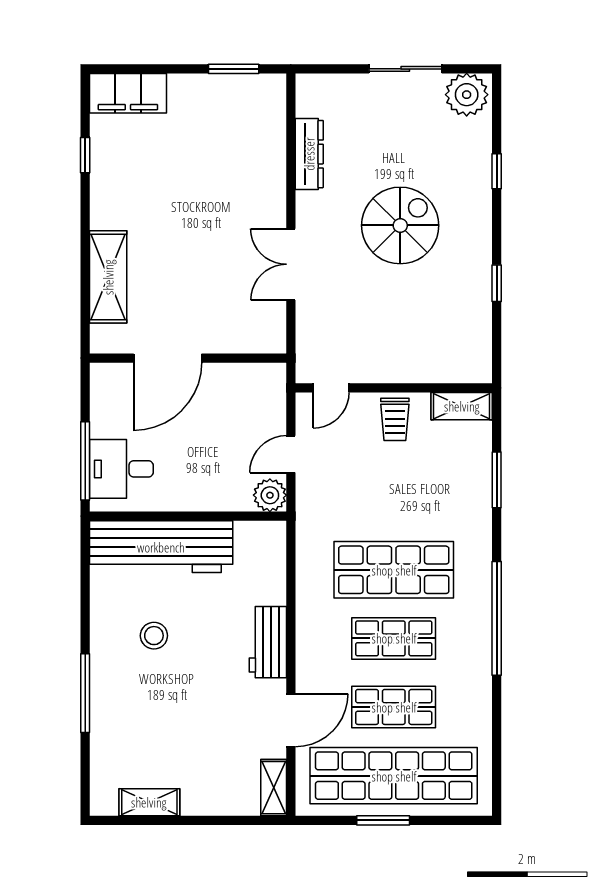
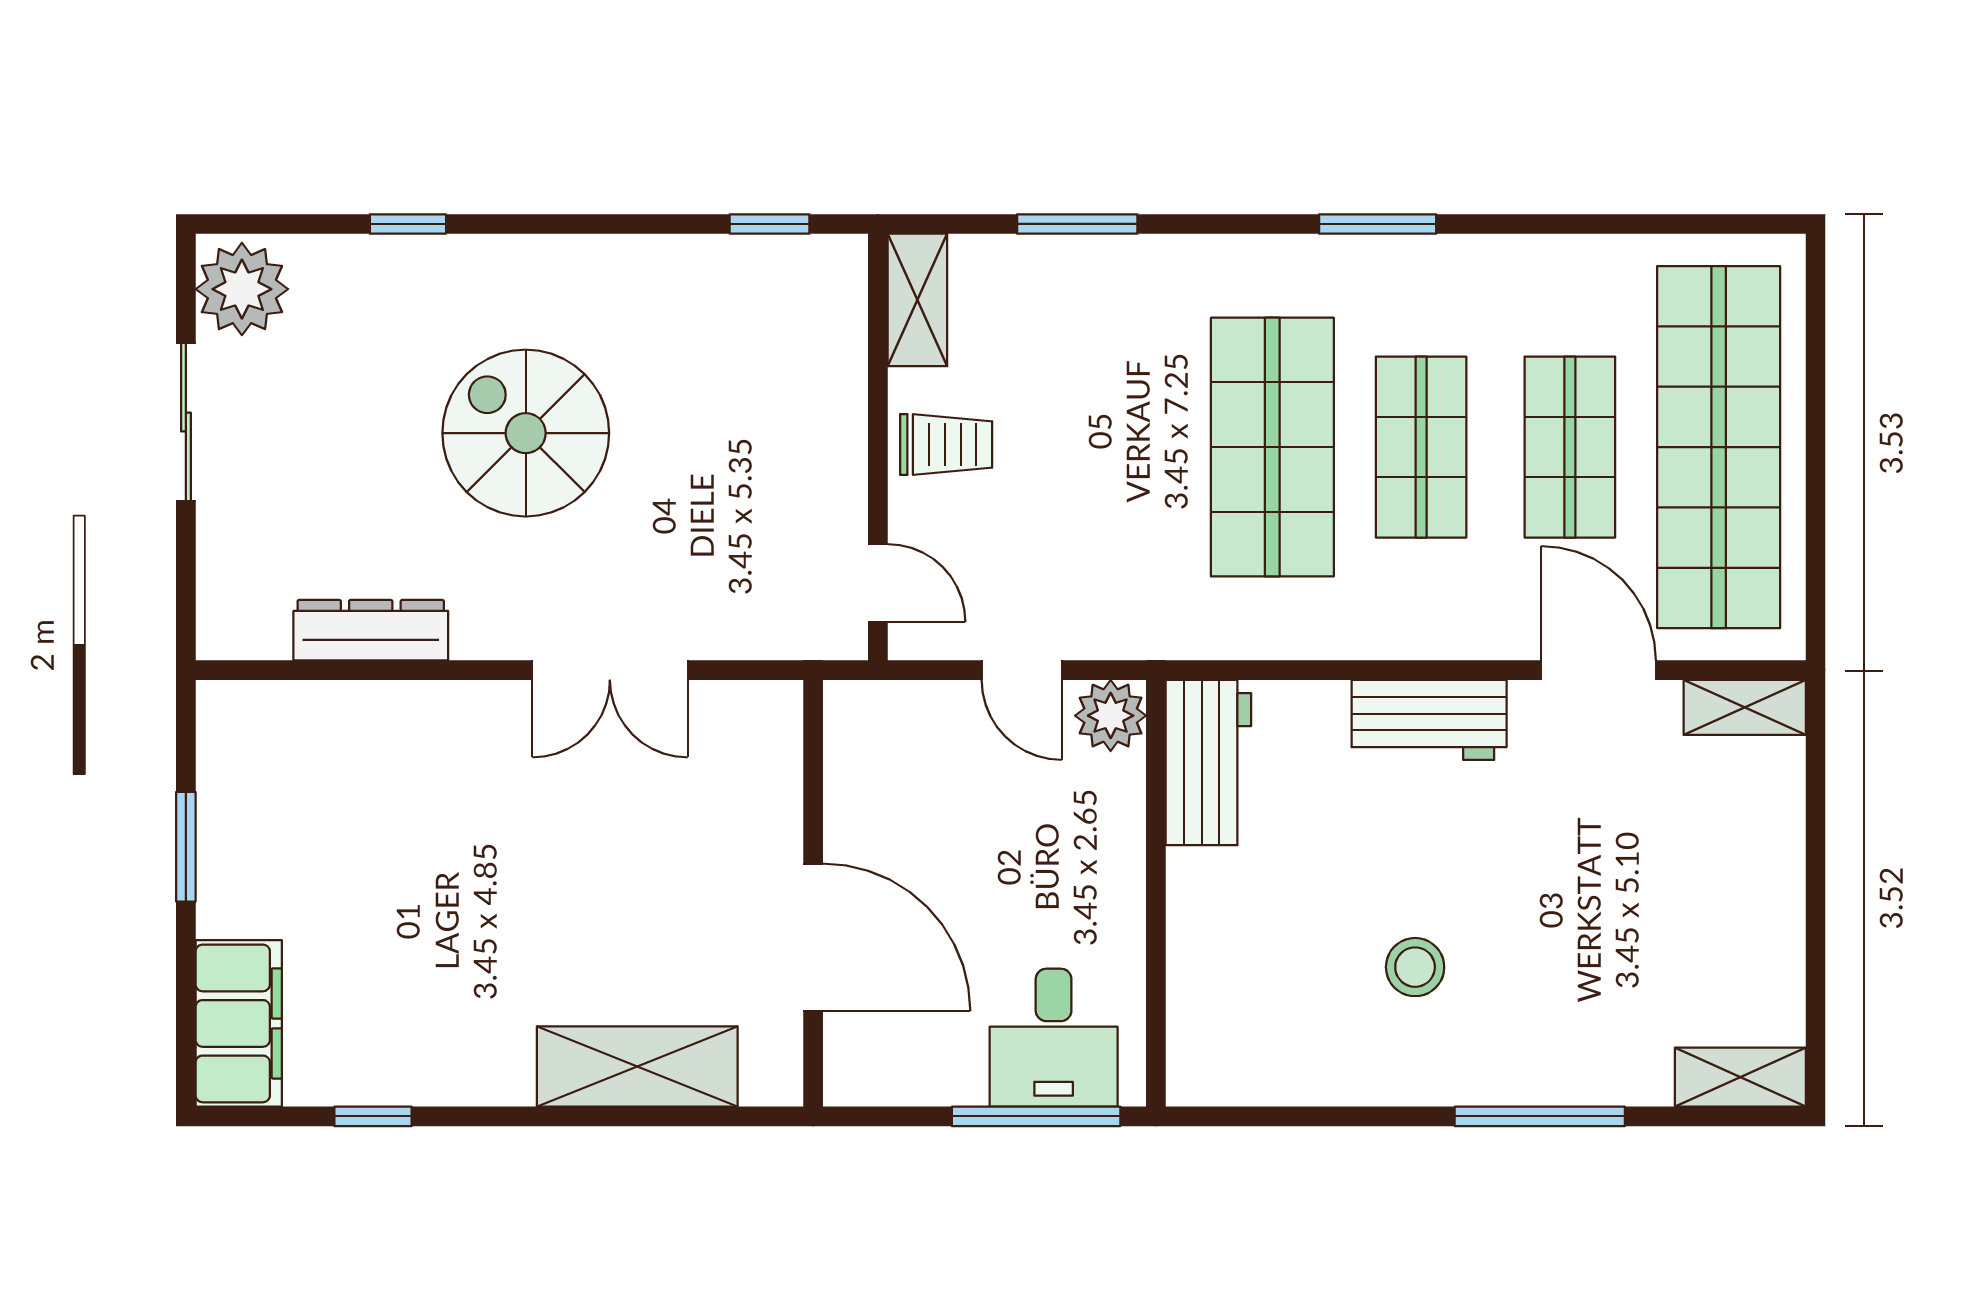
window: (234, 69) -> (186, 847), moved
window: (497, 283) -> (770, 224), moved
workbench: (161, 547) -> (1208, 763), moved, width x0.53, depth x0.76
window: (497, 618) -> (1378, 224), width x0.47
shelving: (149, 802) -> (1740, 1077), moved, turned 90
window: (383, 820) -> (1816, 470), removed

